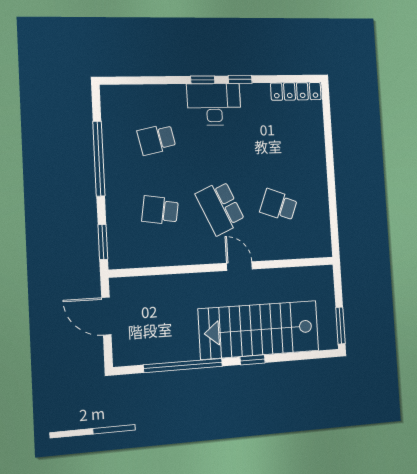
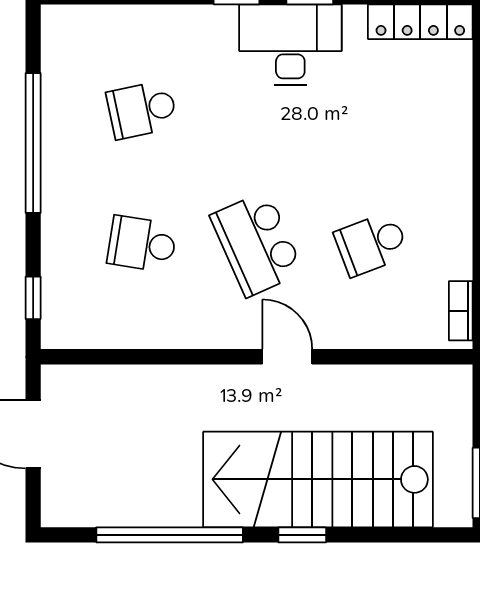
desk: (214, 104) -> (290, 45), moved
school desk: (279, 205) -> (371, 244), turned -42
bookcase: (325, 237) -> (461, 311), added
window: (103, 242) -> (33, 298), width x0.67

